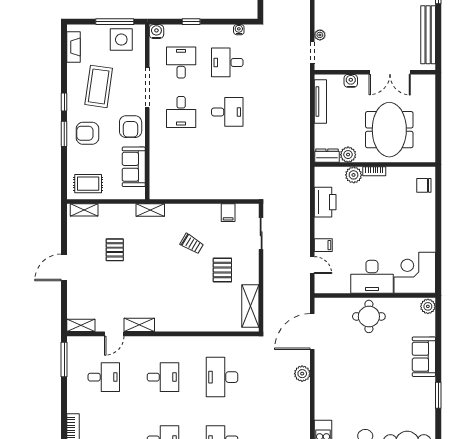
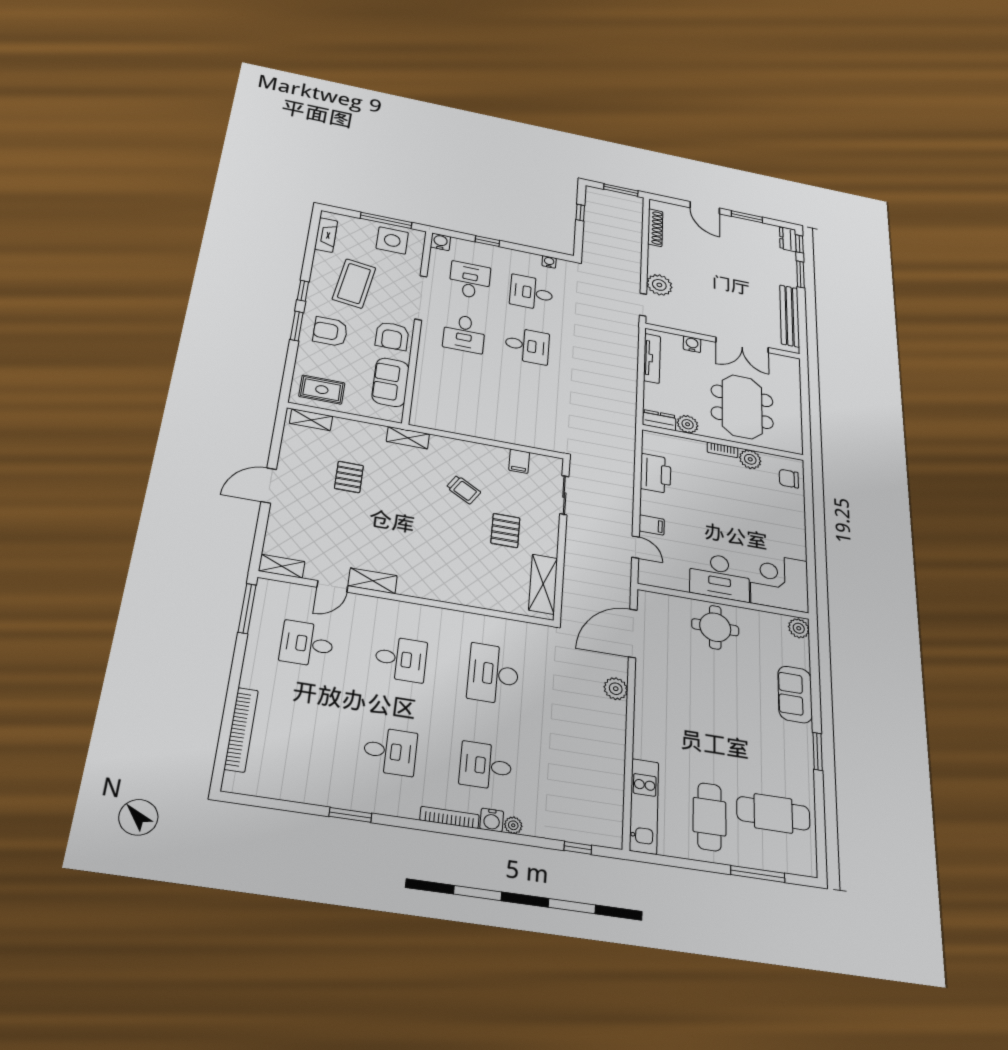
plant: (320, 35) -> (659, 285), width x1.88, depth x1.88
plant: (354, 175) -> (750, 459), moved
desk: (104, 377) -> (307, 644), turned 180

